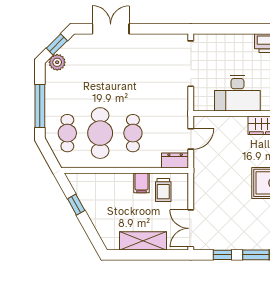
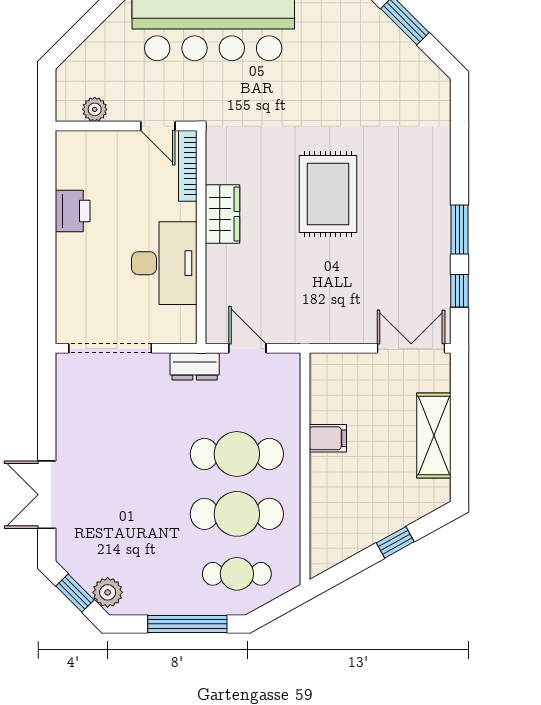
cafe table: (133, 133) -> (237, 454), width x1.37, depth x1.35
dresser: (175, 160) -> (195, 366), moved, turned -90
trolley: (163, 190) -> (341, 399), removed
window: (76, 205) -> (395, 542), moved
double door: (191, 228) -> (411, 348), swing flipped

